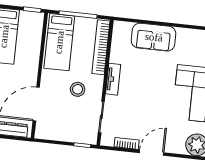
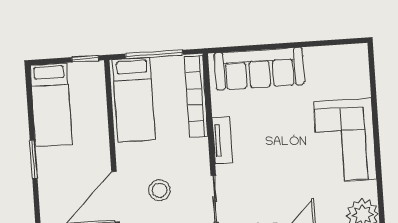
sofa: (154, 37) -> (259, 69), width x1.36
stool: (78, 89) -> (159, 190), moved

